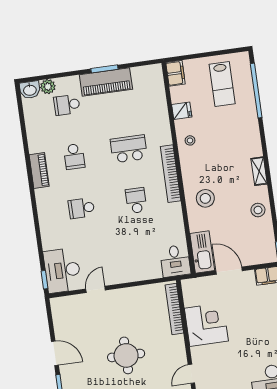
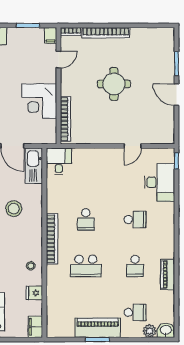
school desk: (74, 156) -> (135, 266), turned 180
piano: (39, 171) -> (168, 274), moved
stool: (205, 198) -> (14, 209), moved
desk: (62, 270) -> (160, 182), moved

